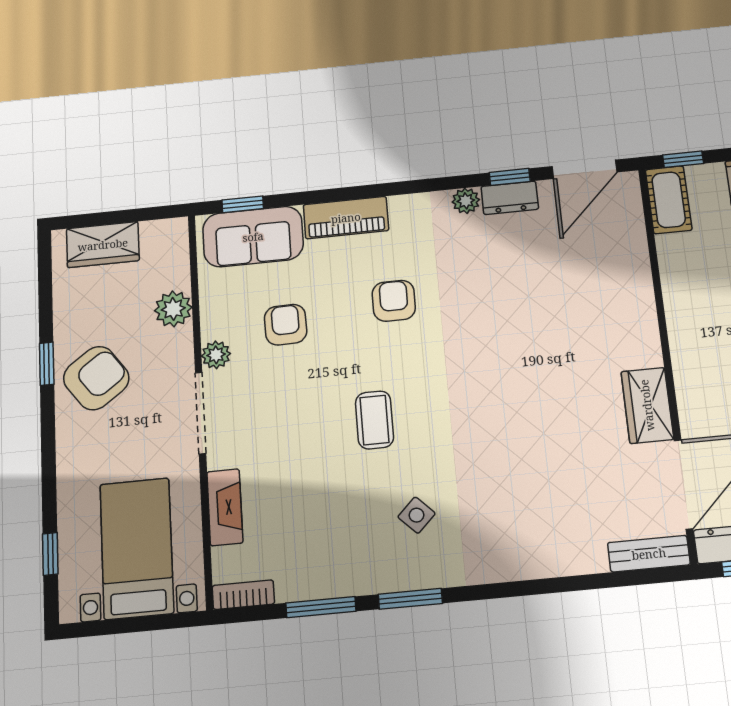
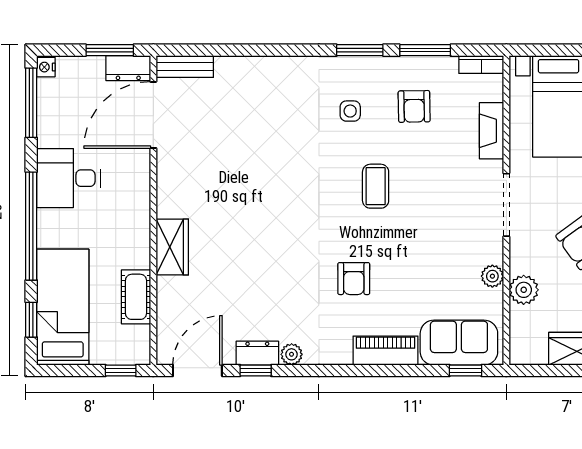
cot: (669, 200) -> (136, 297), moved
armchair: (286, 325) -> (414, 106), moved
plant: (216, 355) -> (492, 276), moved
wardrobe: (647, 405) -> (172, 247), moved
side table: (417, 515) -> (350, 111), turned 45

